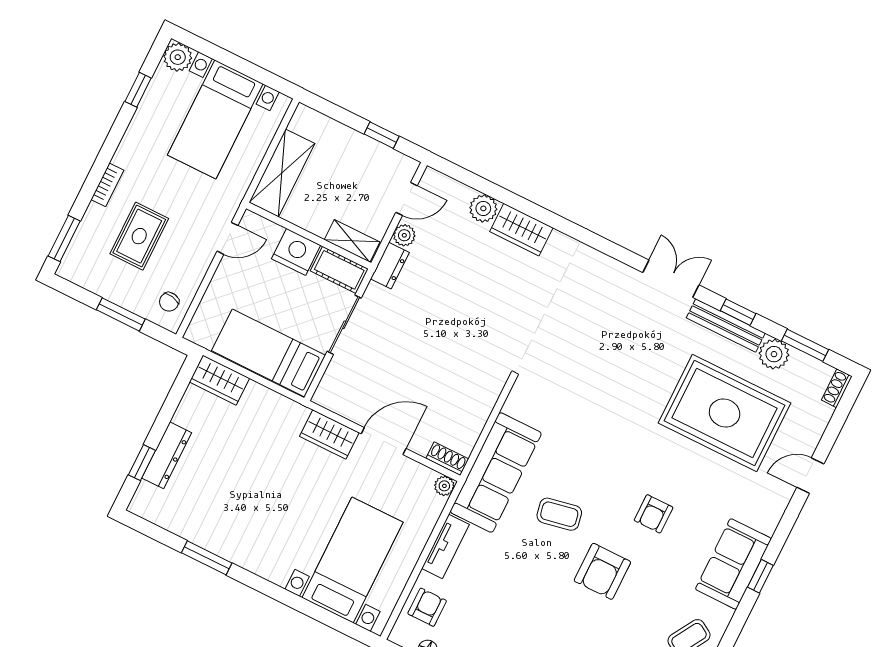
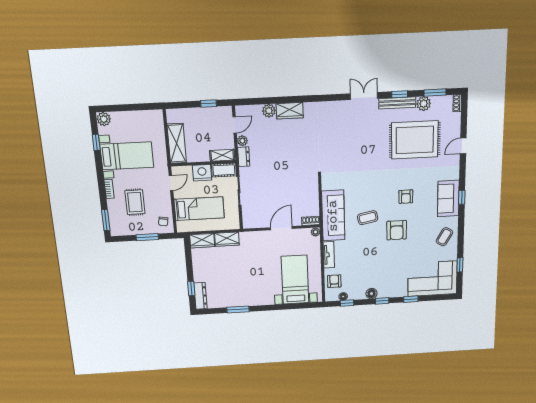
bed with nightstands: (215, 119) -> (127, 156), moved, turned -90
bed: (268, 353) -> (199, 209), moved, turned 180
wardrobe: (329, 434) -> (227, 239), moved
dresser: (167, 455) -> (200, 296), moved

